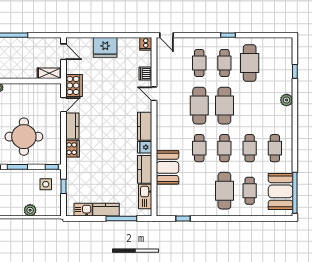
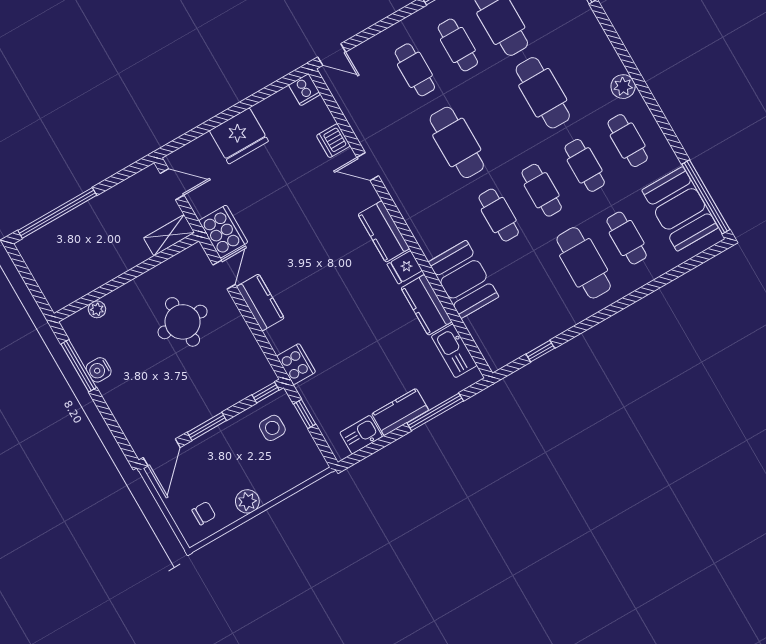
plant: (287, 100) -> (623, 87), moved
cafe table: (224, 106) -> (543, 93), moved
round table: (24, 137) -> (183, 322), moved, width x0.73, depth x0.73
cooker: (72, 149) -> (296, 364), moved
plant: (30, 210) -> (247, 501), moved

